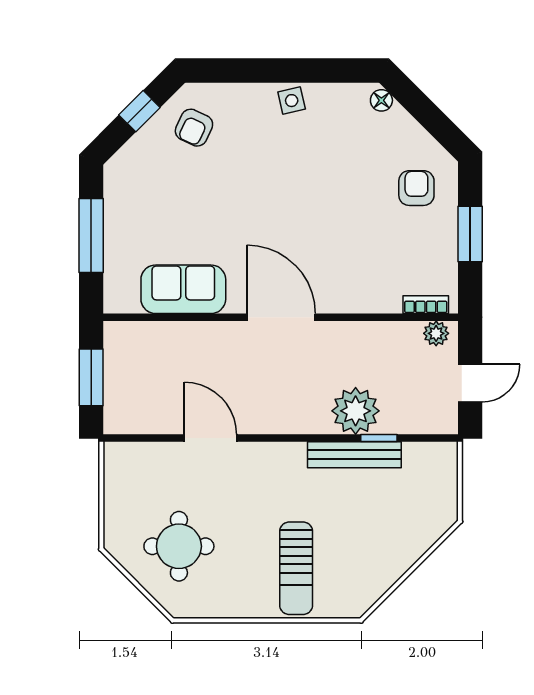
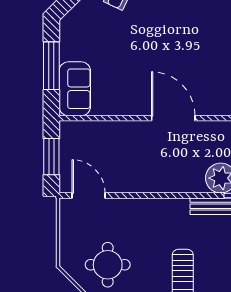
sofa: (183, 289) -> (75, 89), moved, turned 90
door: (211, 438) -> (88, 195), moved

